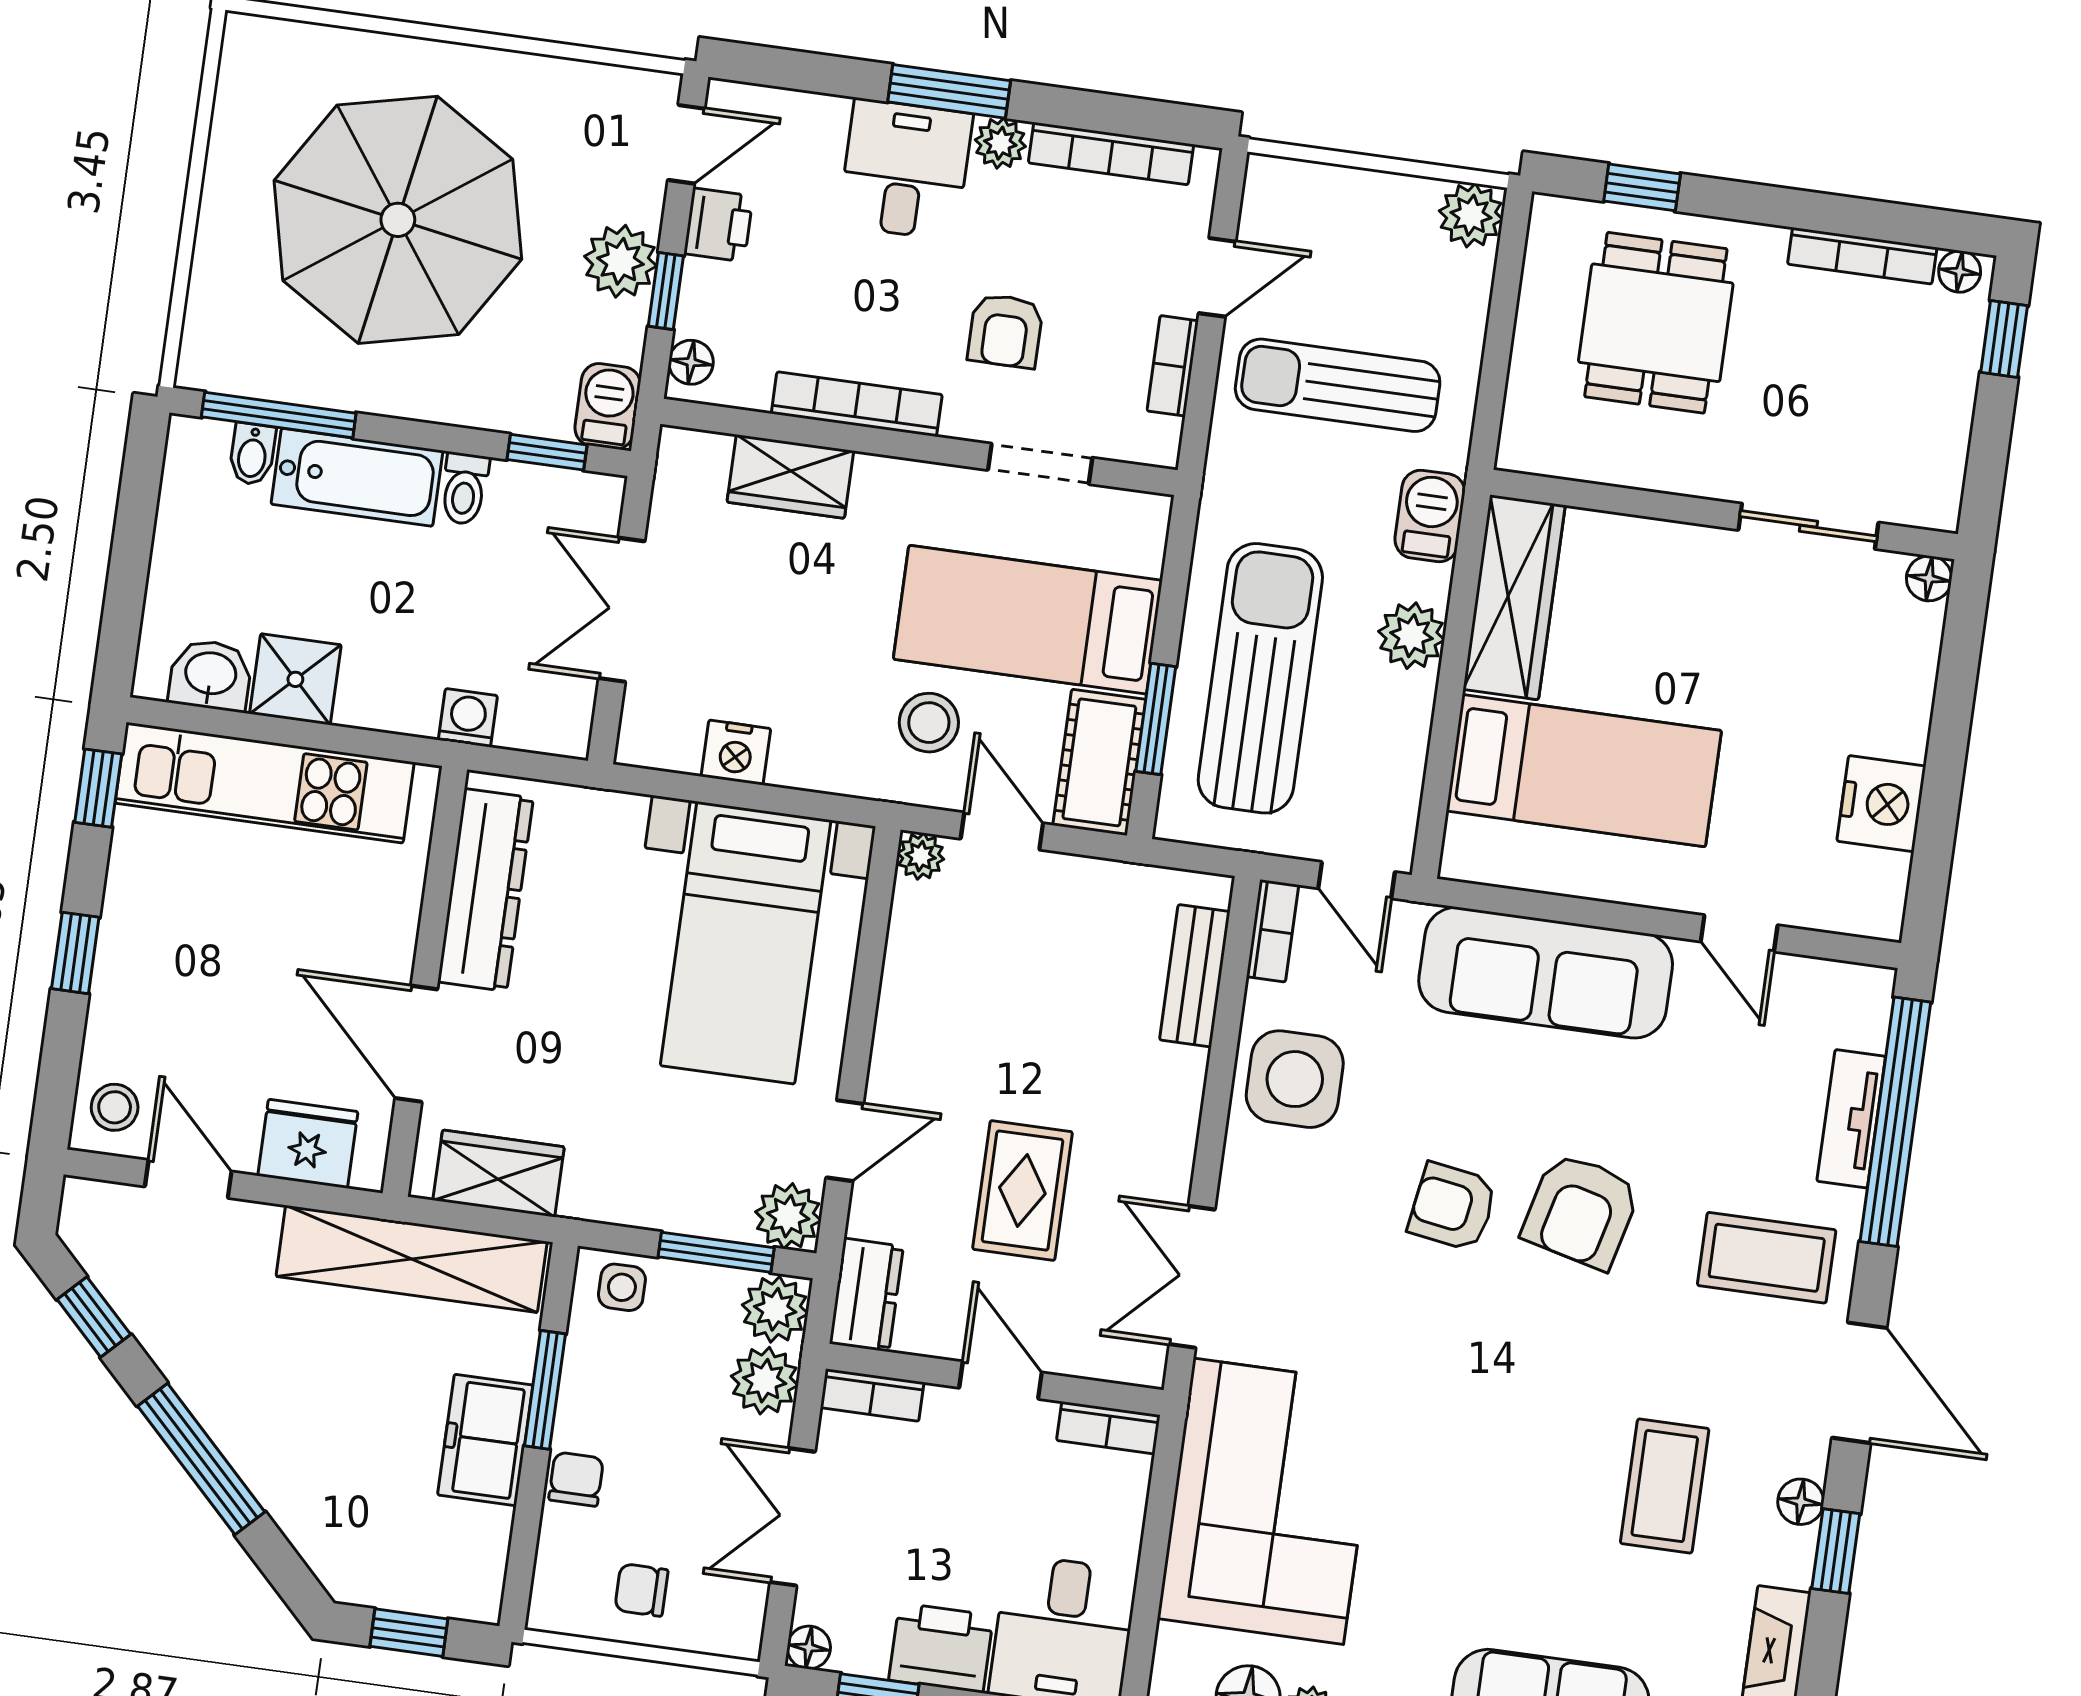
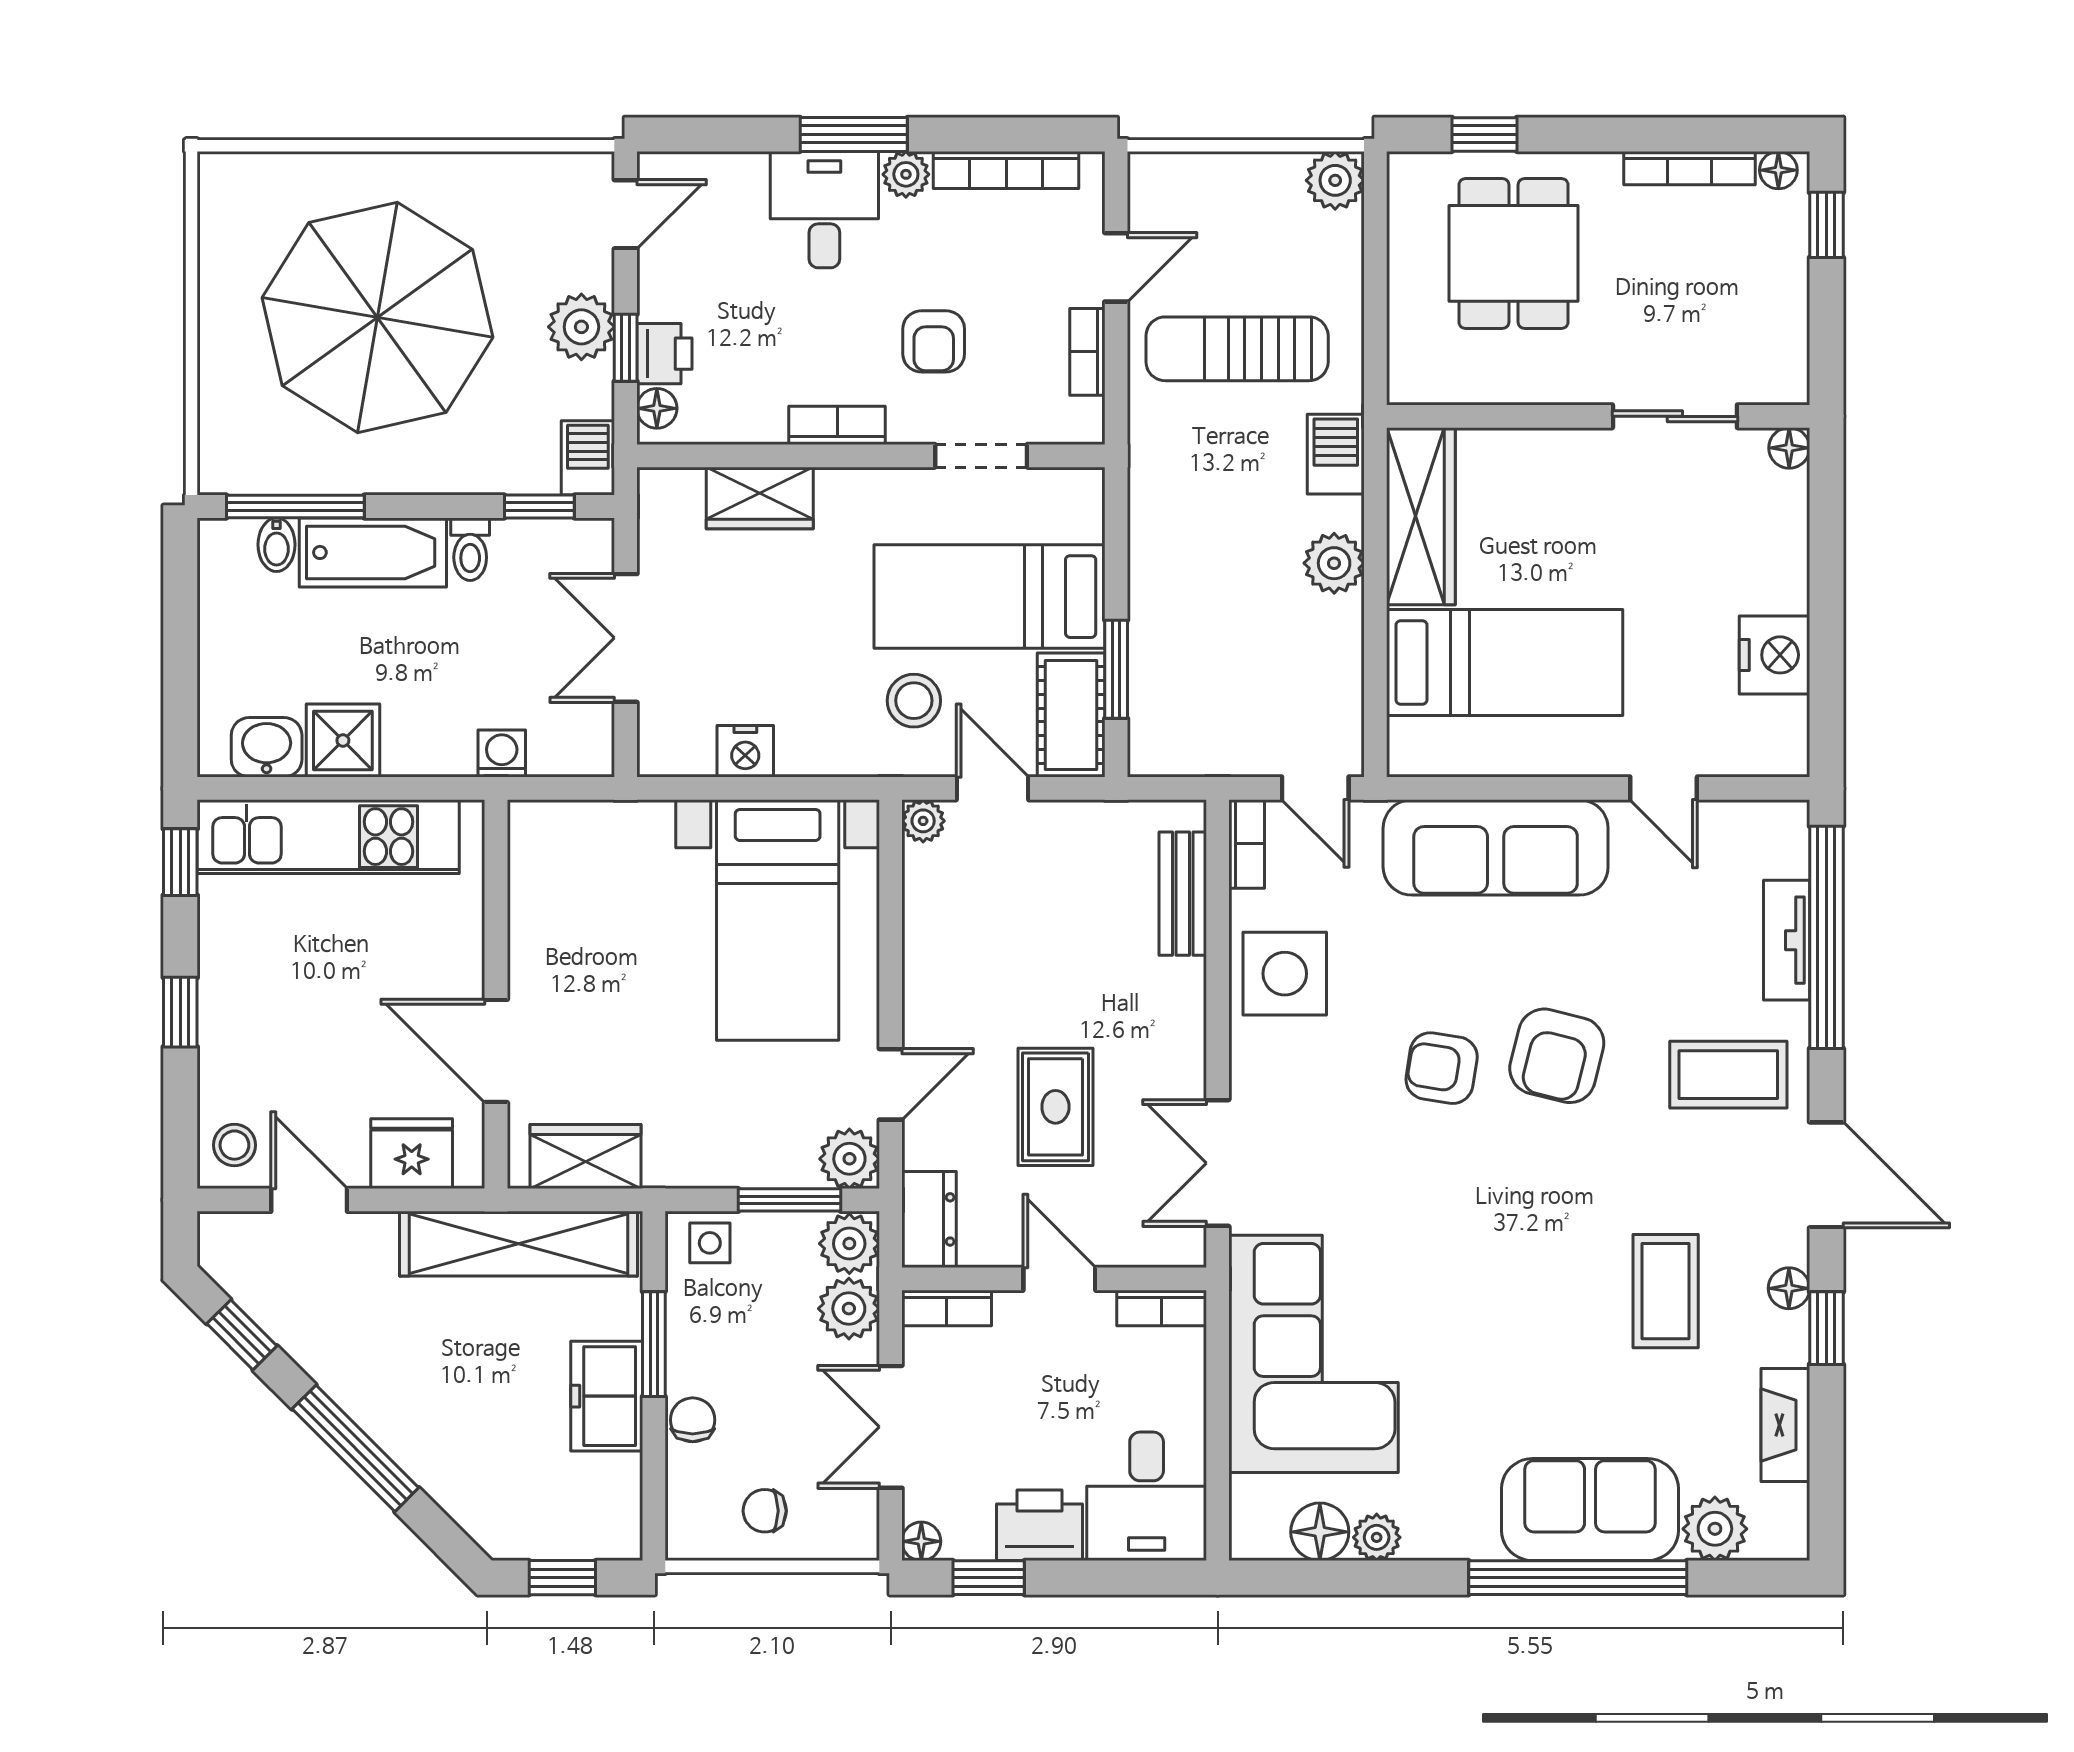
printer: (718, 225) -> (664, 354), moved
bookcase: (857, 404) -> (837, 425), width x0.64
sun lounger: (1260, 678) -> (1204, 620), removed
dresser: (485, 890) -> (539, 905), removed

